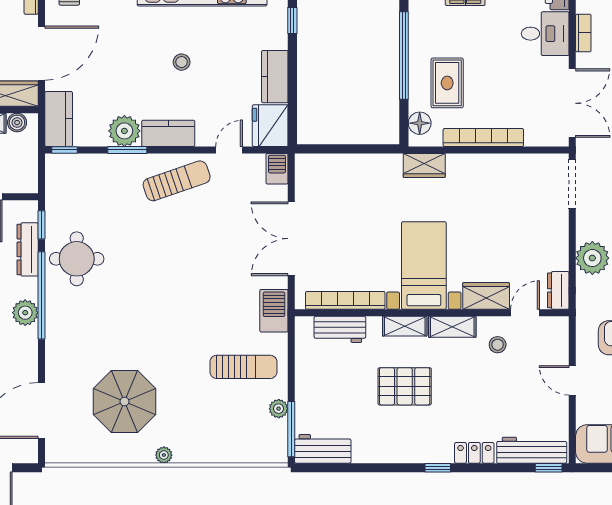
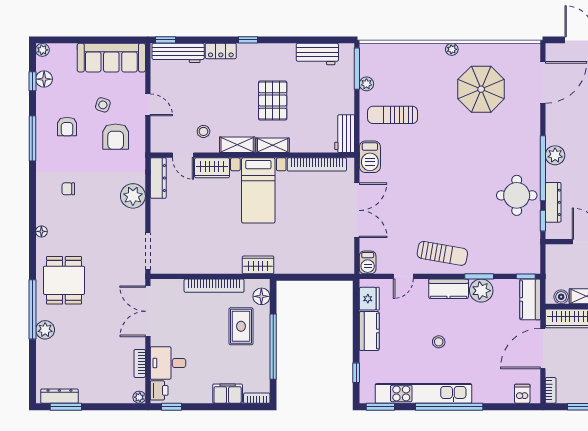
fridge: (270, 126) -> (369, 299), width x0.73, depth x0.75
sun lounger: (177, 181) -> (442, 253), turned -151
dresser: (558, 290) -> (158, 178), width x1.44
door: (525, 313) -> (183, 155), hinge flipped
workbench: (340, 329) -> (345, 134), moved, turned -90
pallet: (405, 386) -> (273, 101), turned 90
workbench: (323, 449) -> (317, 54), moved

